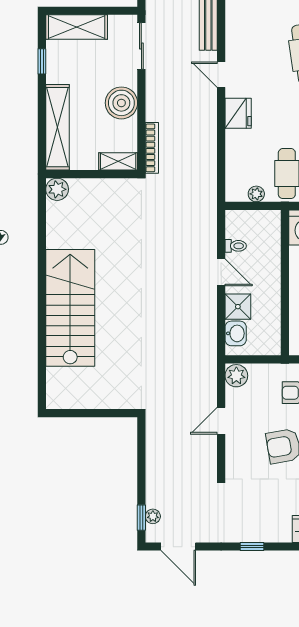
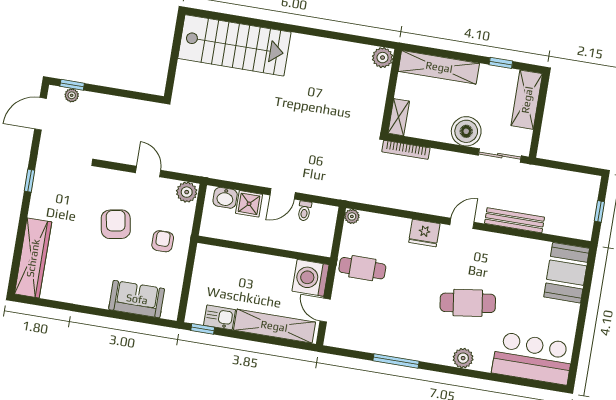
boiler: (121, 103) -> (466, 131), moved
plant: (256, 194) -> (352, 216), moved
stairs: (70, 308) -> (234, 45), moved

